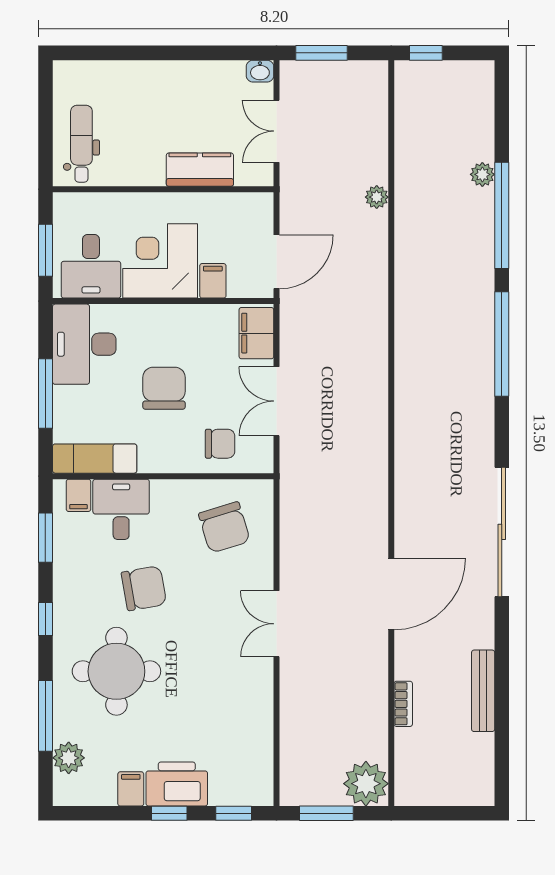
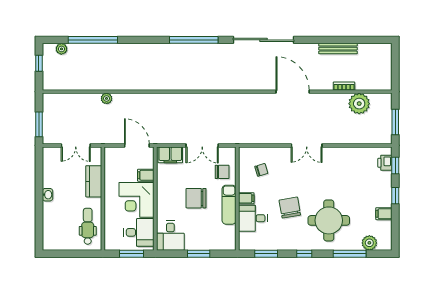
window: (426, 53) -> (39, 63), moved
washbasin: (260, 71) -> (48, 195), moved
dental chair: (81, 144) -> (88, 226), moved, turned 90
plant: (482, 174) -> (61, 49), moved
window: (502, 215) -> (93, 40), moved
desk: (84, 344) -> (170, 236), width x0.73
window: (502, 344) -> (194, 40), moved
window: (45, 394) -> (199, 254), width x0.69
chair: (220, 444) -> (222, 172), turned 90
exam couch: (95, 459) -> (229, 205), moved
filing cabinet: (78, 495) -> (246, 198), moved
chair: (224, 527) -> (261, 170), width x0.54, depth x0.54
printer: (177, 784) -> (385, 163), moved, width x0.53, depth x0.68
plant: (366, 784) -> (359, 104), moved

